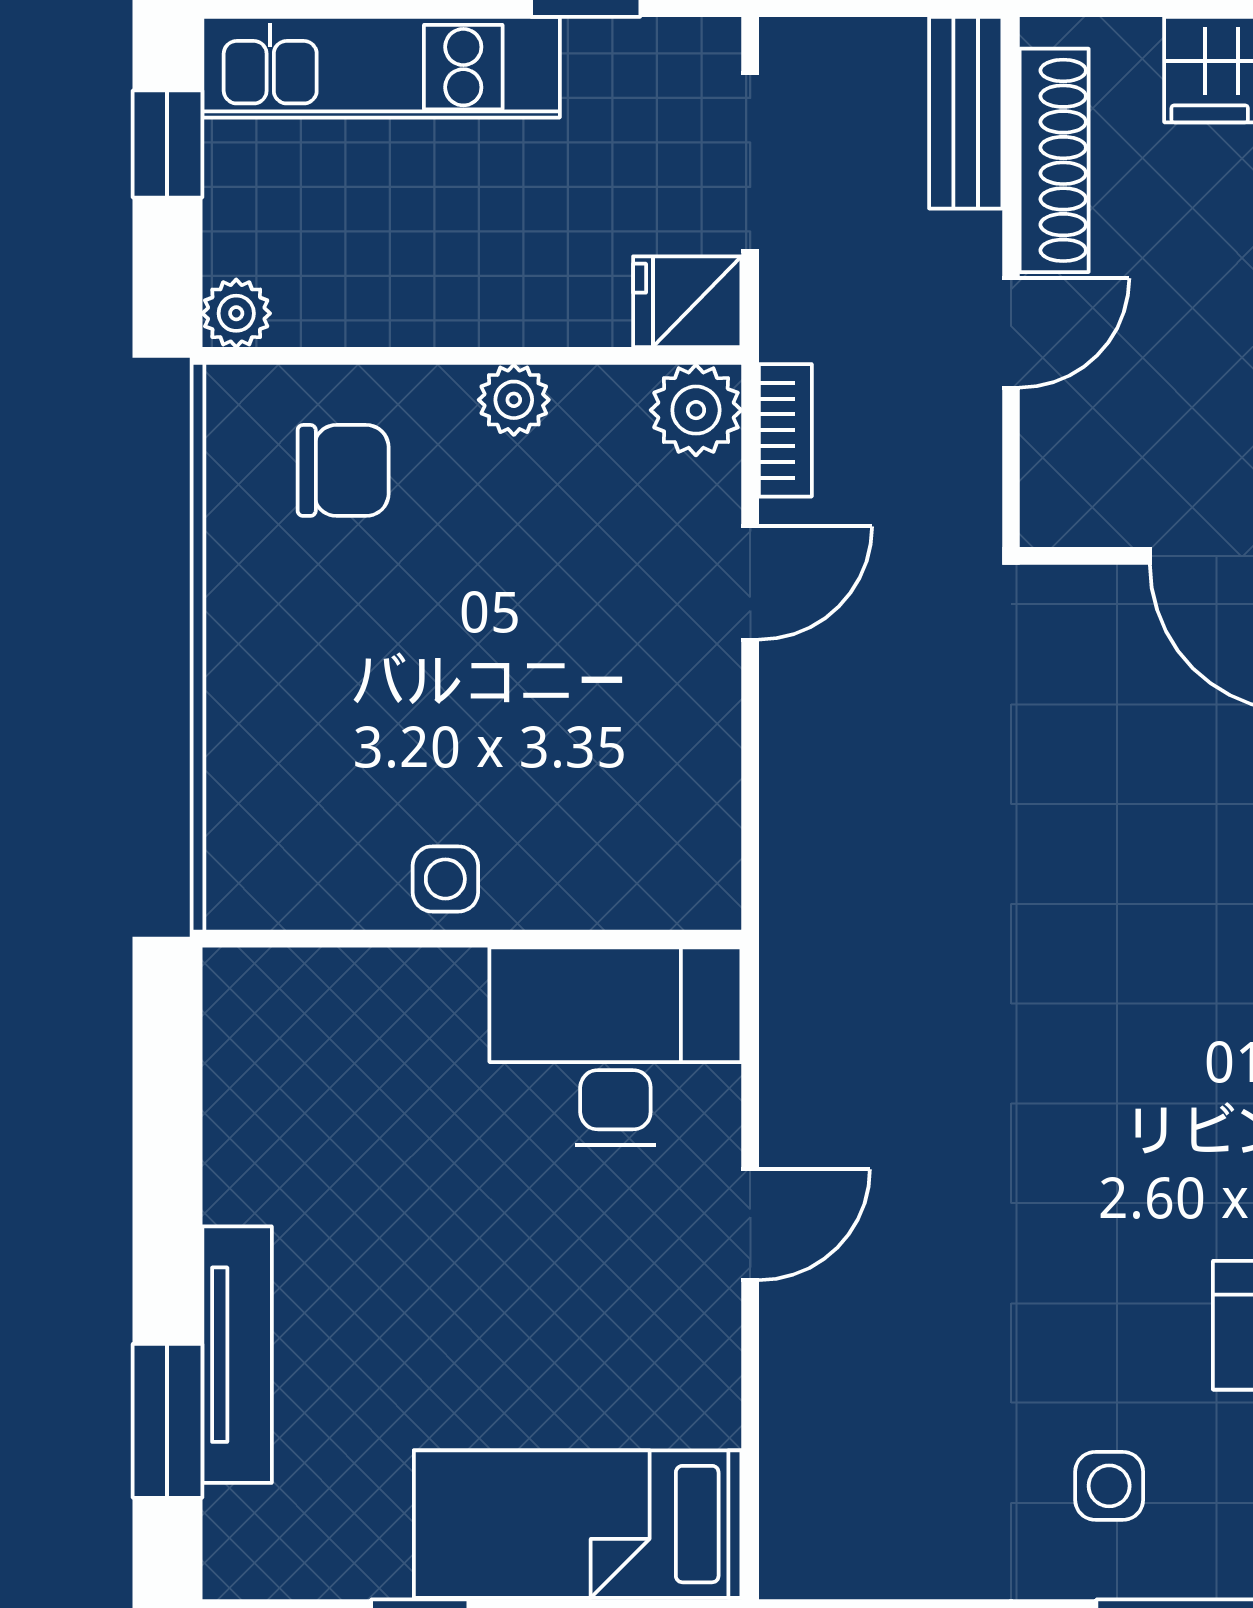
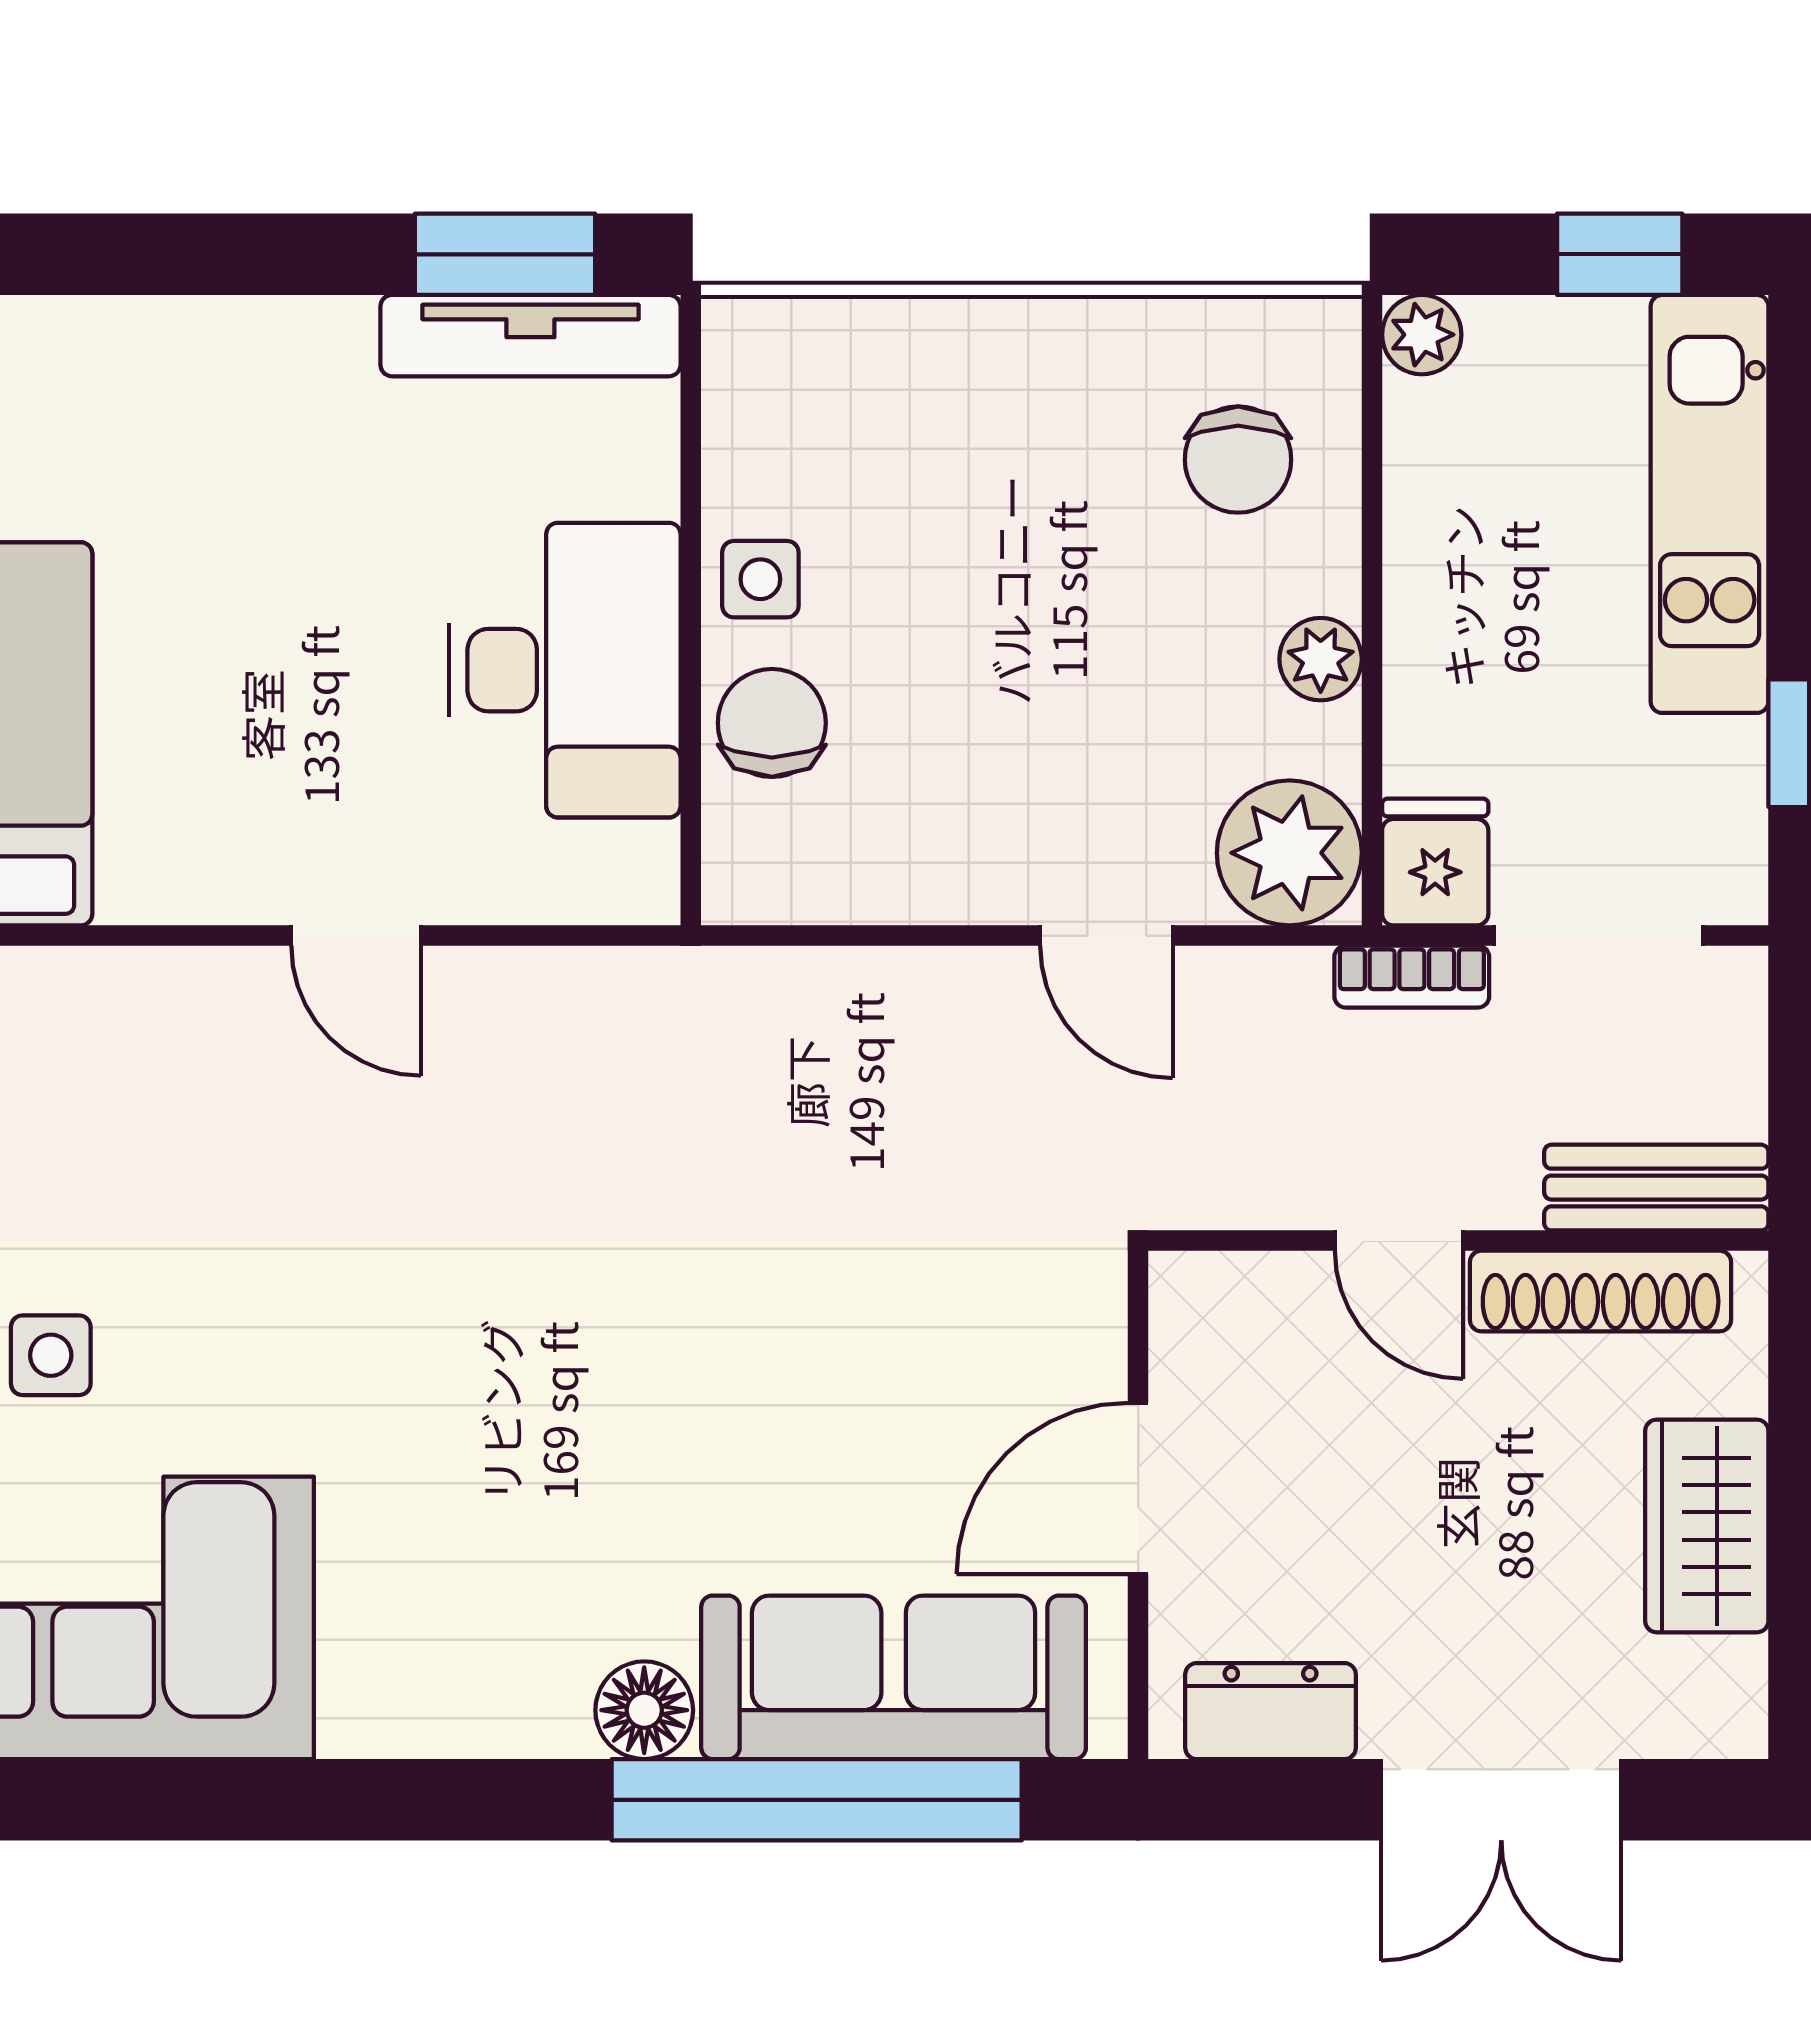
plant: (696, 410) -> (1289, 853), width x1.36, depth x1.36
bookcase: (785, 430) -> (1412, 977), moved
chair: (568, 869) -> (772, 723), added
desk: (615, 1046) -> (565, 670), moved
tv unit: (237, 1355) -> (530, 336), moved
window: (167, 1421) -> (505, 254), moved

